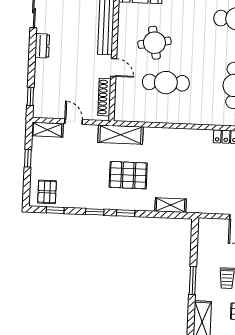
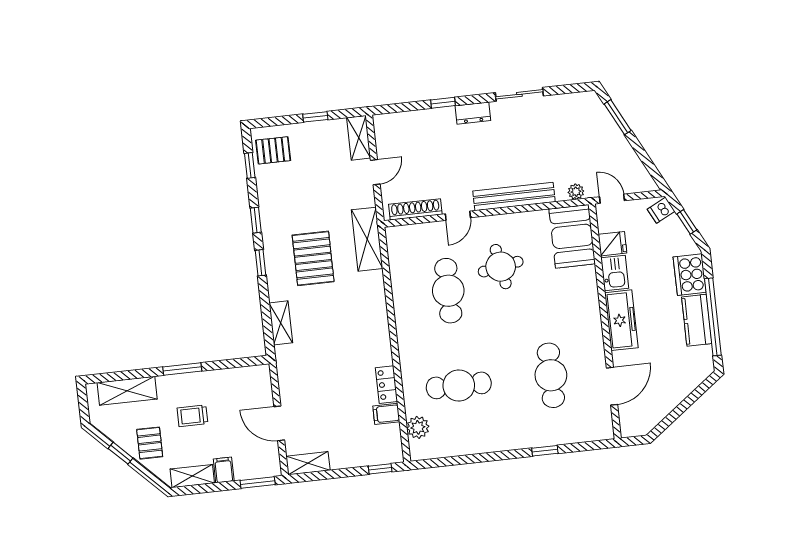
window: (30, 97) -> (443, 103), moved

